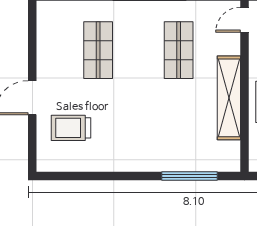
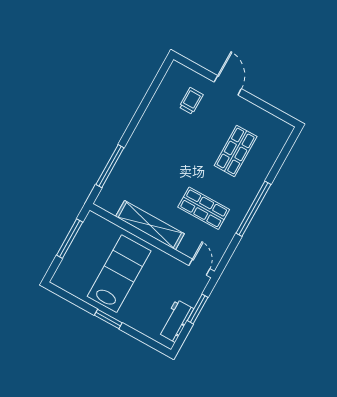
shop shelf: (98, 50) -> (236, 151), turned 90
trolley: (71, 128) -> (191, 101), width x0.73, depth x0.72

